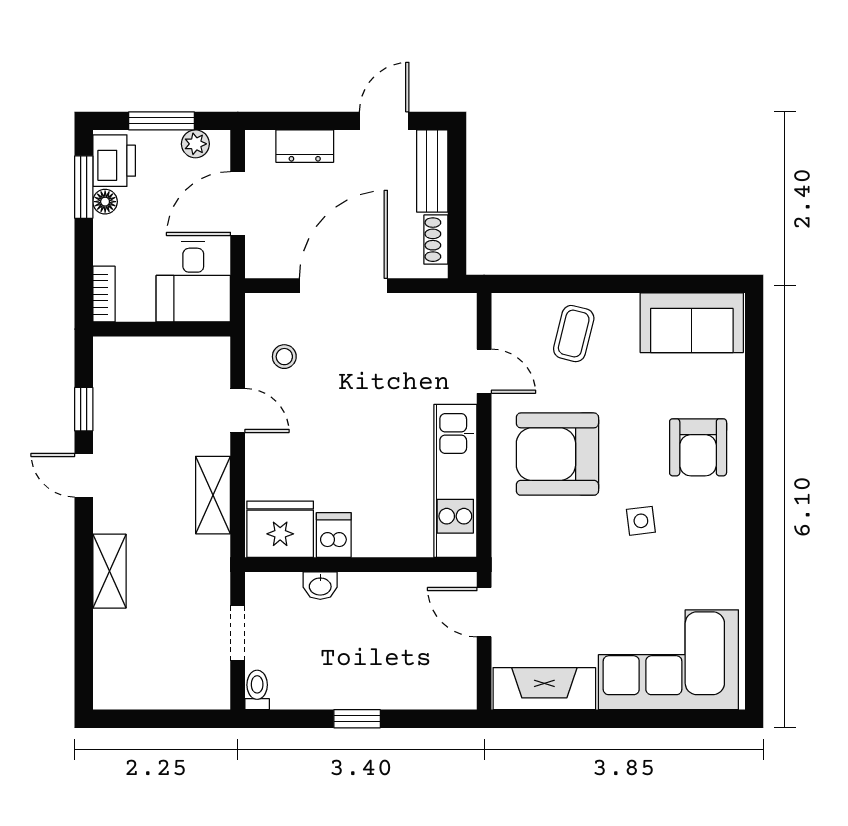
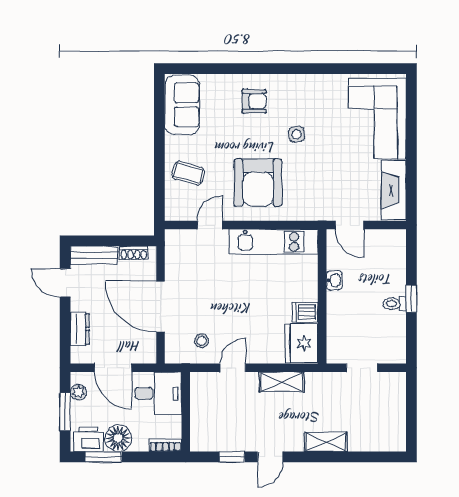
floor lamp: (105, 202) -> (118, 438), width x1.89, depth x1.89
armchair: (698, 447) -> (254, 101), width x0.72, depth x0.72
washbasin: (320, 586) -> (334, 280), moved
door: (484, 612) -> (350, 225), hinge flipped
toilet: (257, 690) -> (395, 304), moved

